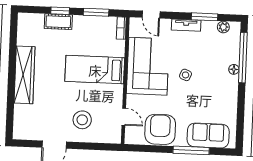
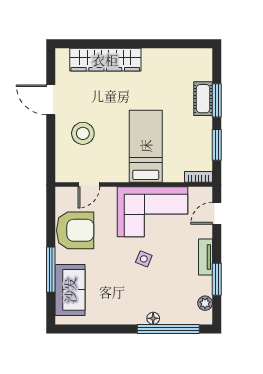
window: (60, 11) -> (217, 100), width x1.50
wardrobe: (25, 75) -> (105, 60), moved

